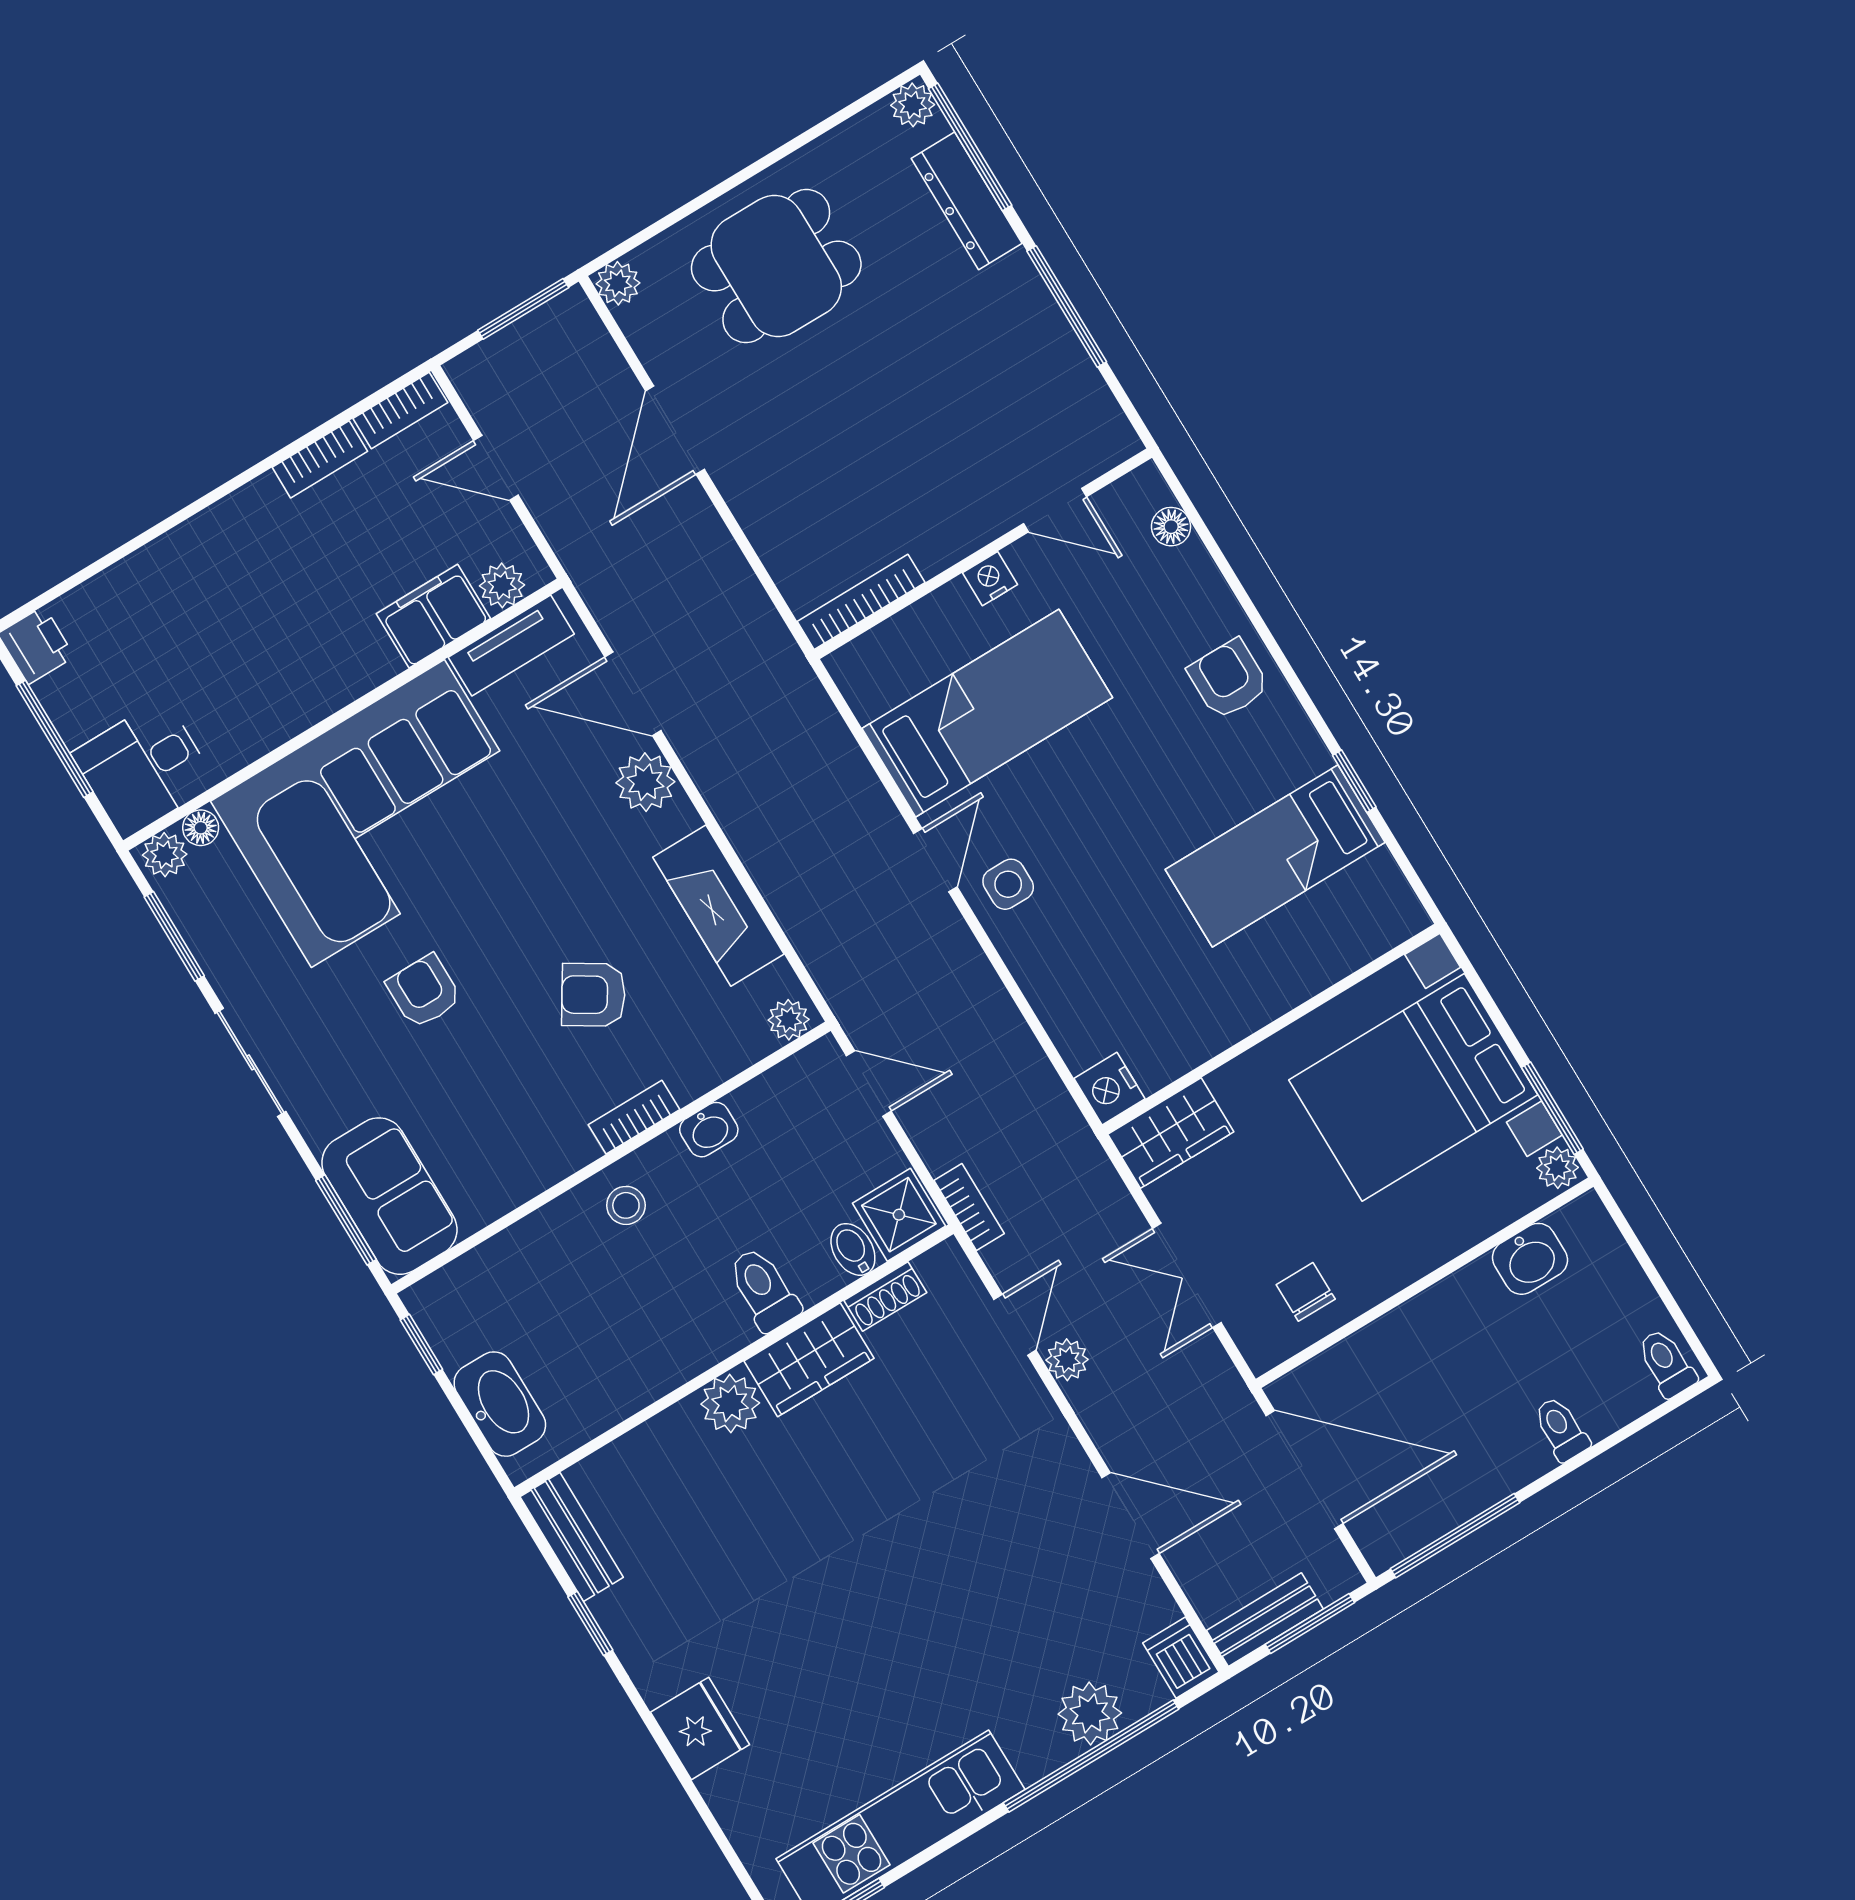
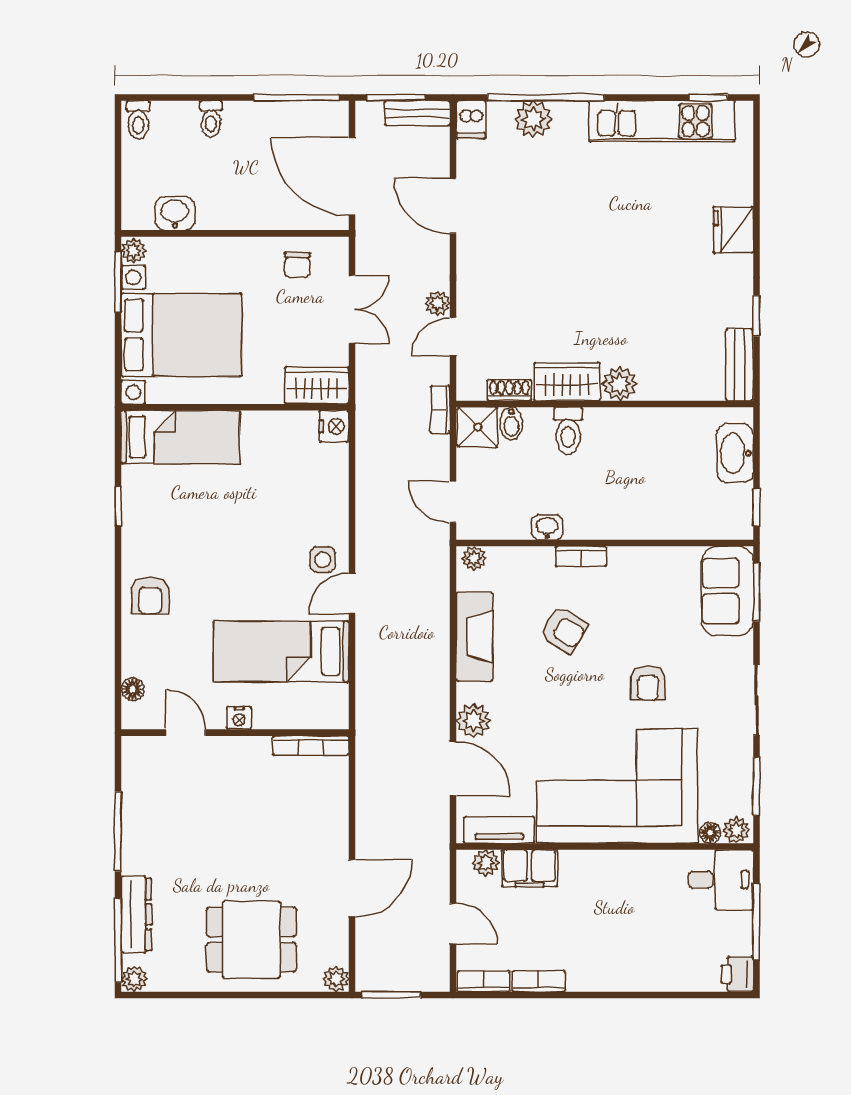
bed: (1275, 856) -> (180, 437), moved
stool: (626, 1205) -> (612, 515), removed

